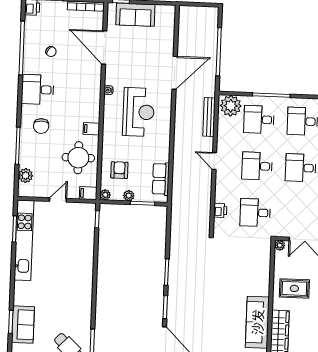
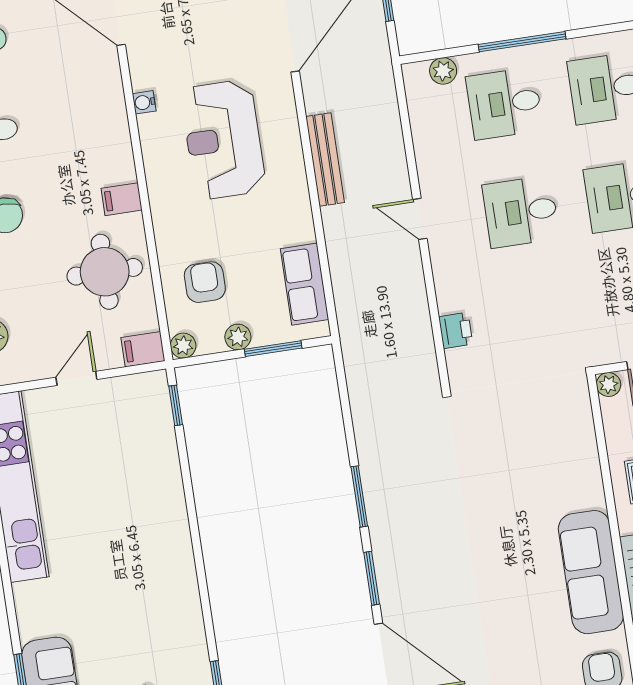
plant: (231, 106) -> (443, 71), width x0.53, depth x0.53
reception desk: (138, 112) -> (223, 140), turned 180
bench: (209, 117) -> (325, 160), moved
desk: (255, 213) -> (537, 320), removed

